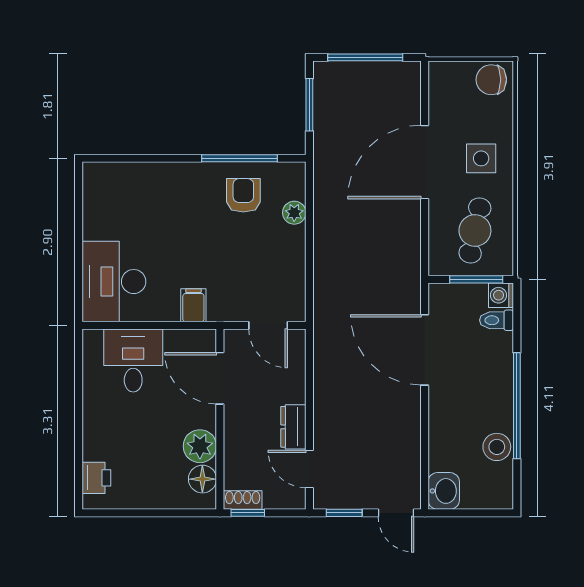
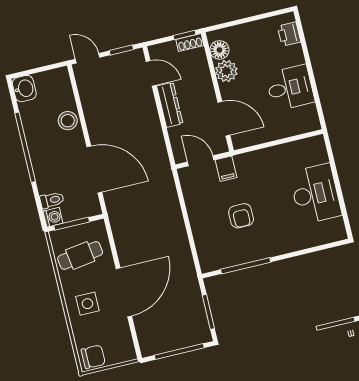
armchair: (243, 195) -> (241, 216), moved
plant: (294, 213) -> (201, 239), removed
cafe table: (475, 230) -> (80, 255), turned 70
desk: (114, 282) -> (315, 194), moved
filing cabinet: (193, 305) -> (226, 169), moved
desk: (133, 361) -> (290, 88), moved, turned -90
dresser: (293, 427) -> (170, 105), width x1.44
stool: (497, 447) -> (68, 121), moved
washbasin: (444, 491) -> (24, 89), moved, turned 180

